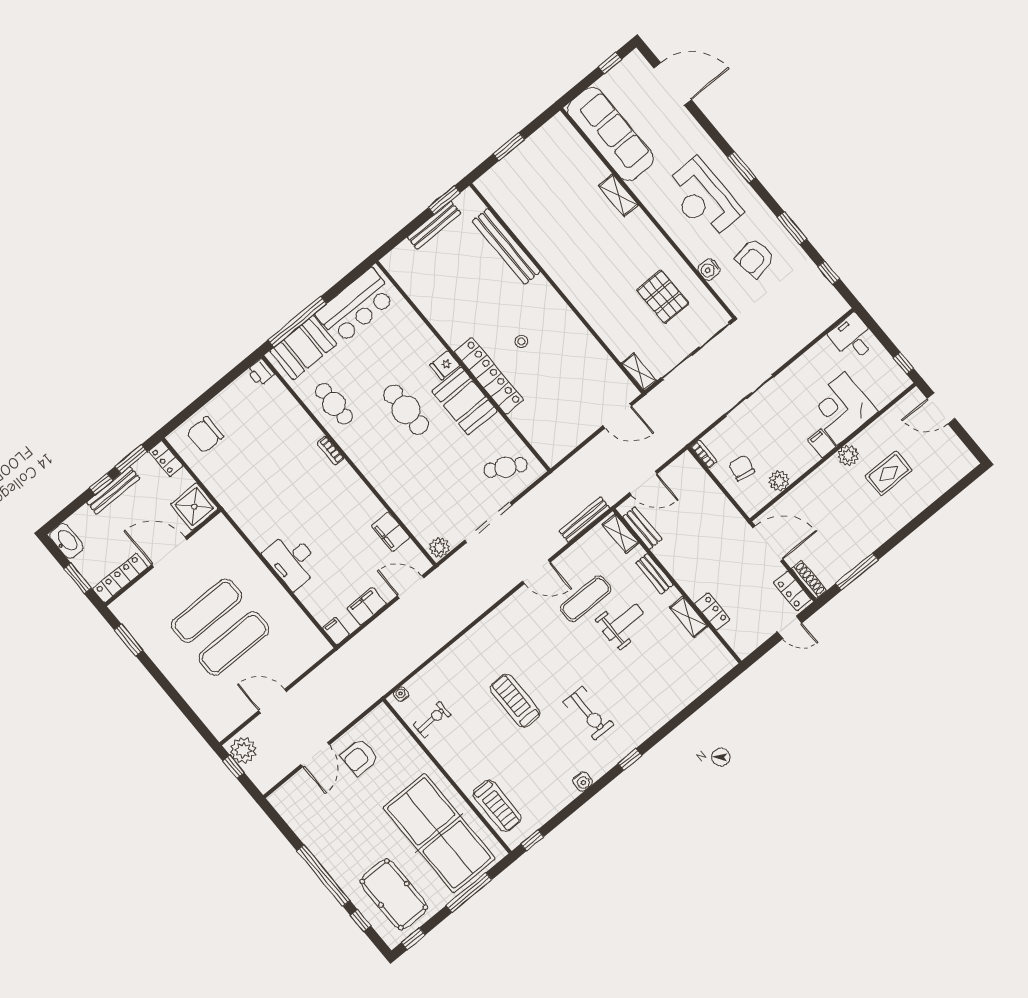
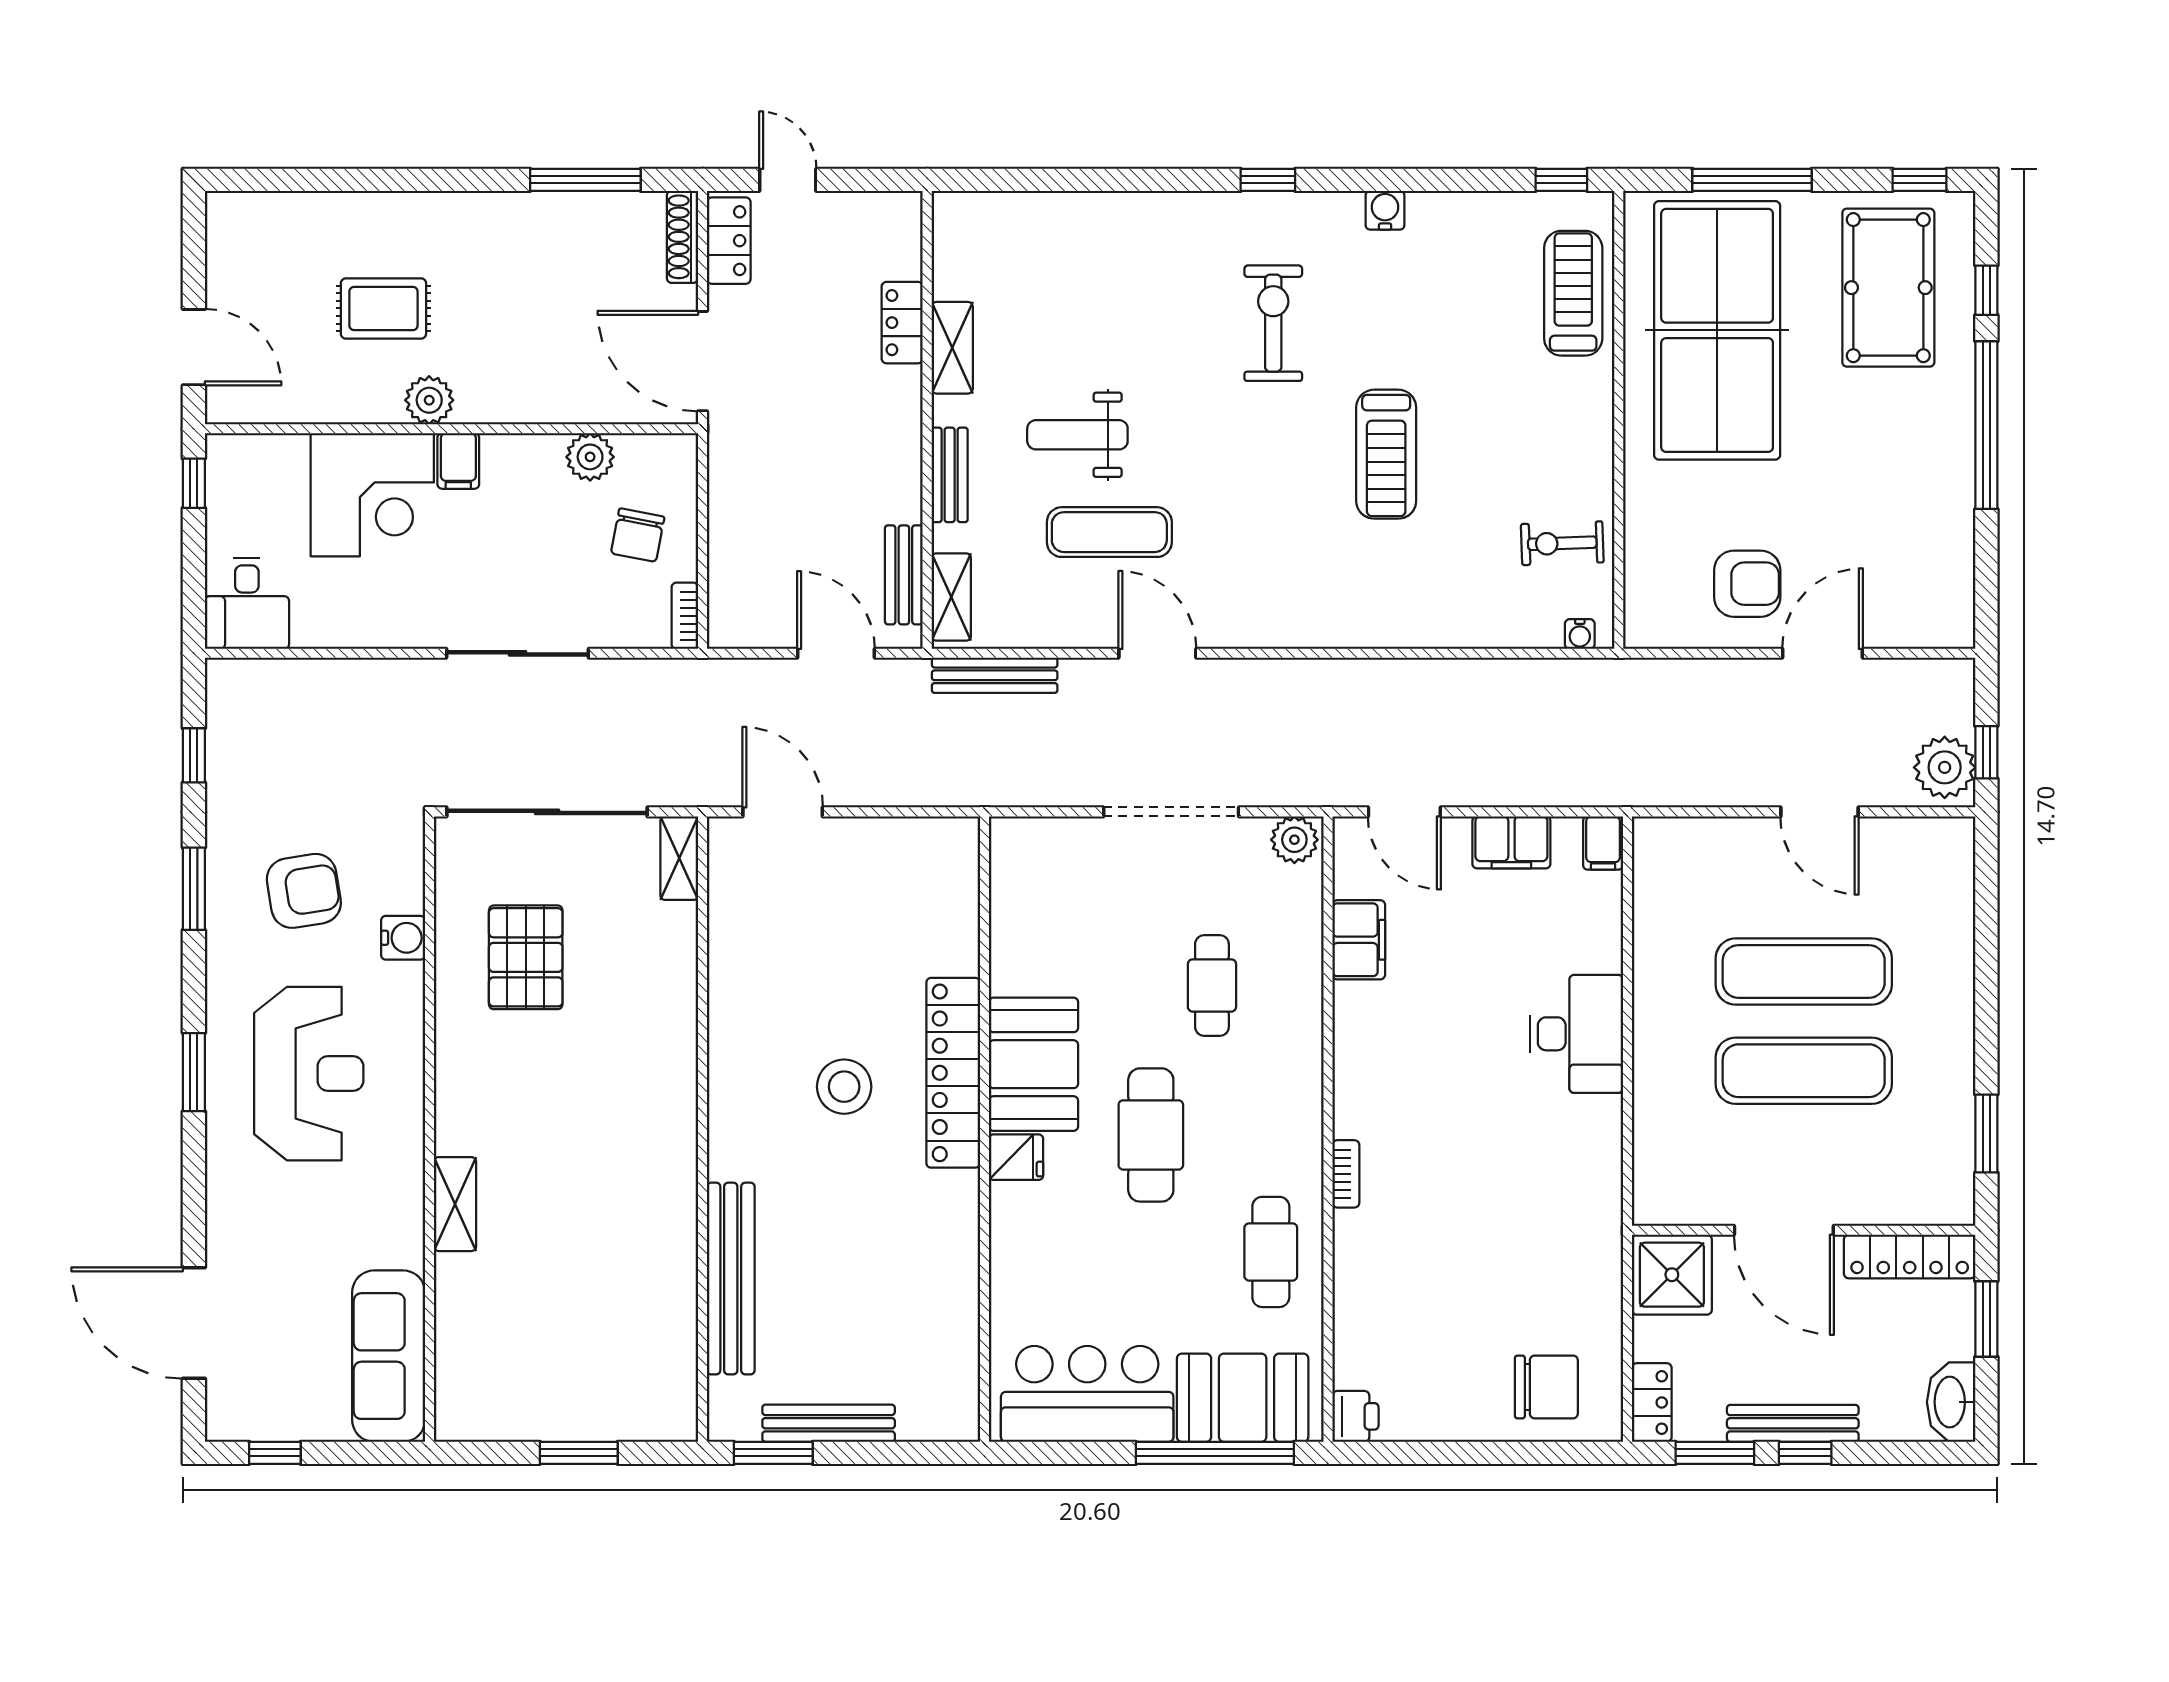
sofa: (610, 134) -> (389, 1356), width x0.74, depth x0.79
stool: (521, 341) -> (844, 1087), width x1.89, depth x1.89
cafe table: (506, 467) -> (1212, 985), moved, turned 61

